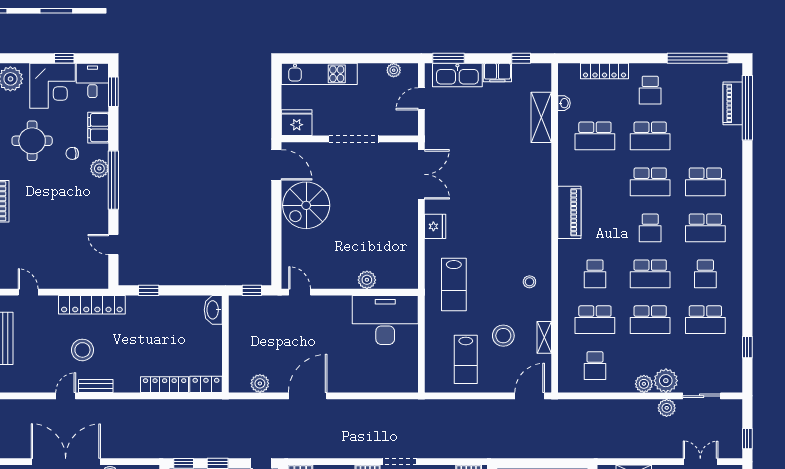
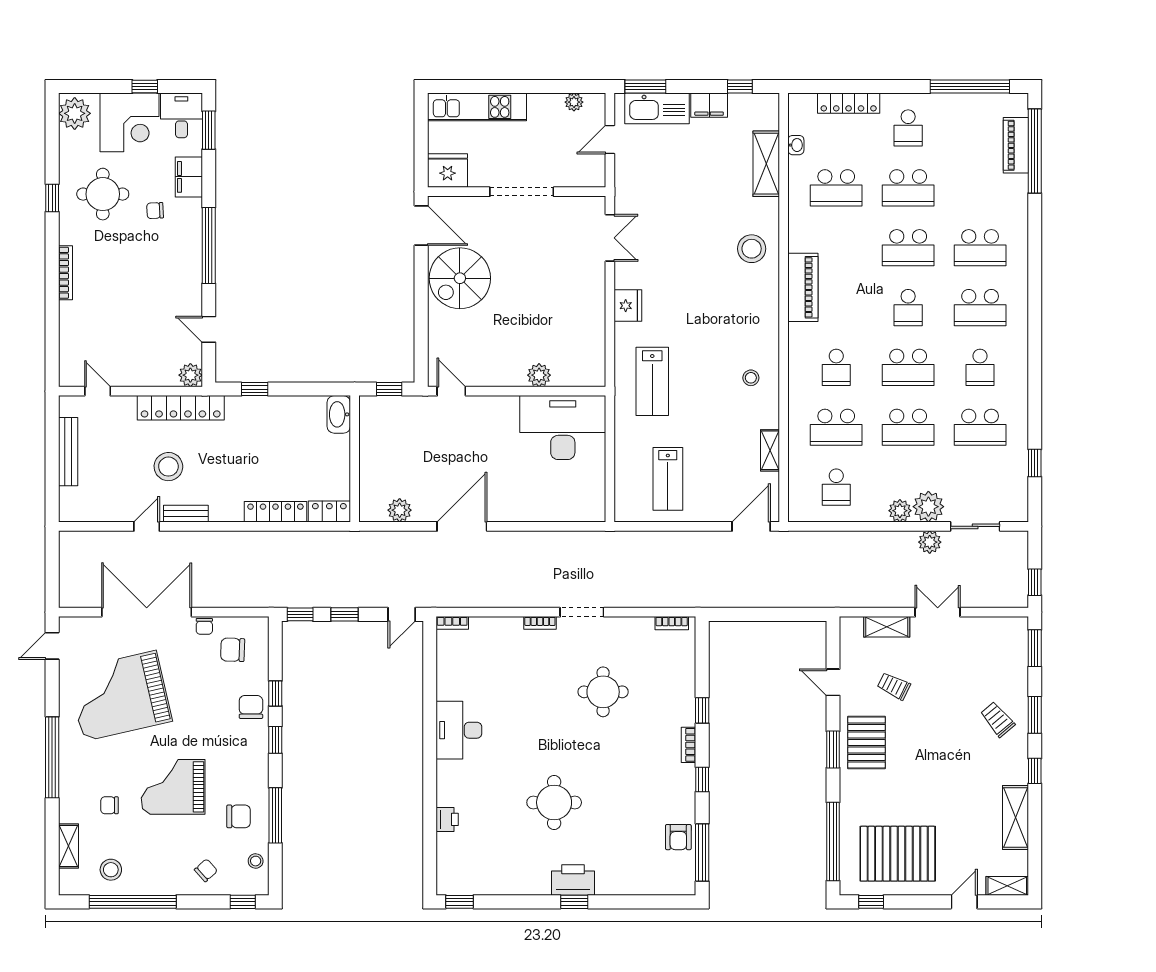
plant: (99, 169) -> (190, 375), moved
double door: (421, 174) -> (610, 238), width x0.73
stool: (503, 336) -> (752, 249), moved
double door: (700, 462) -> (938, 612), moved

